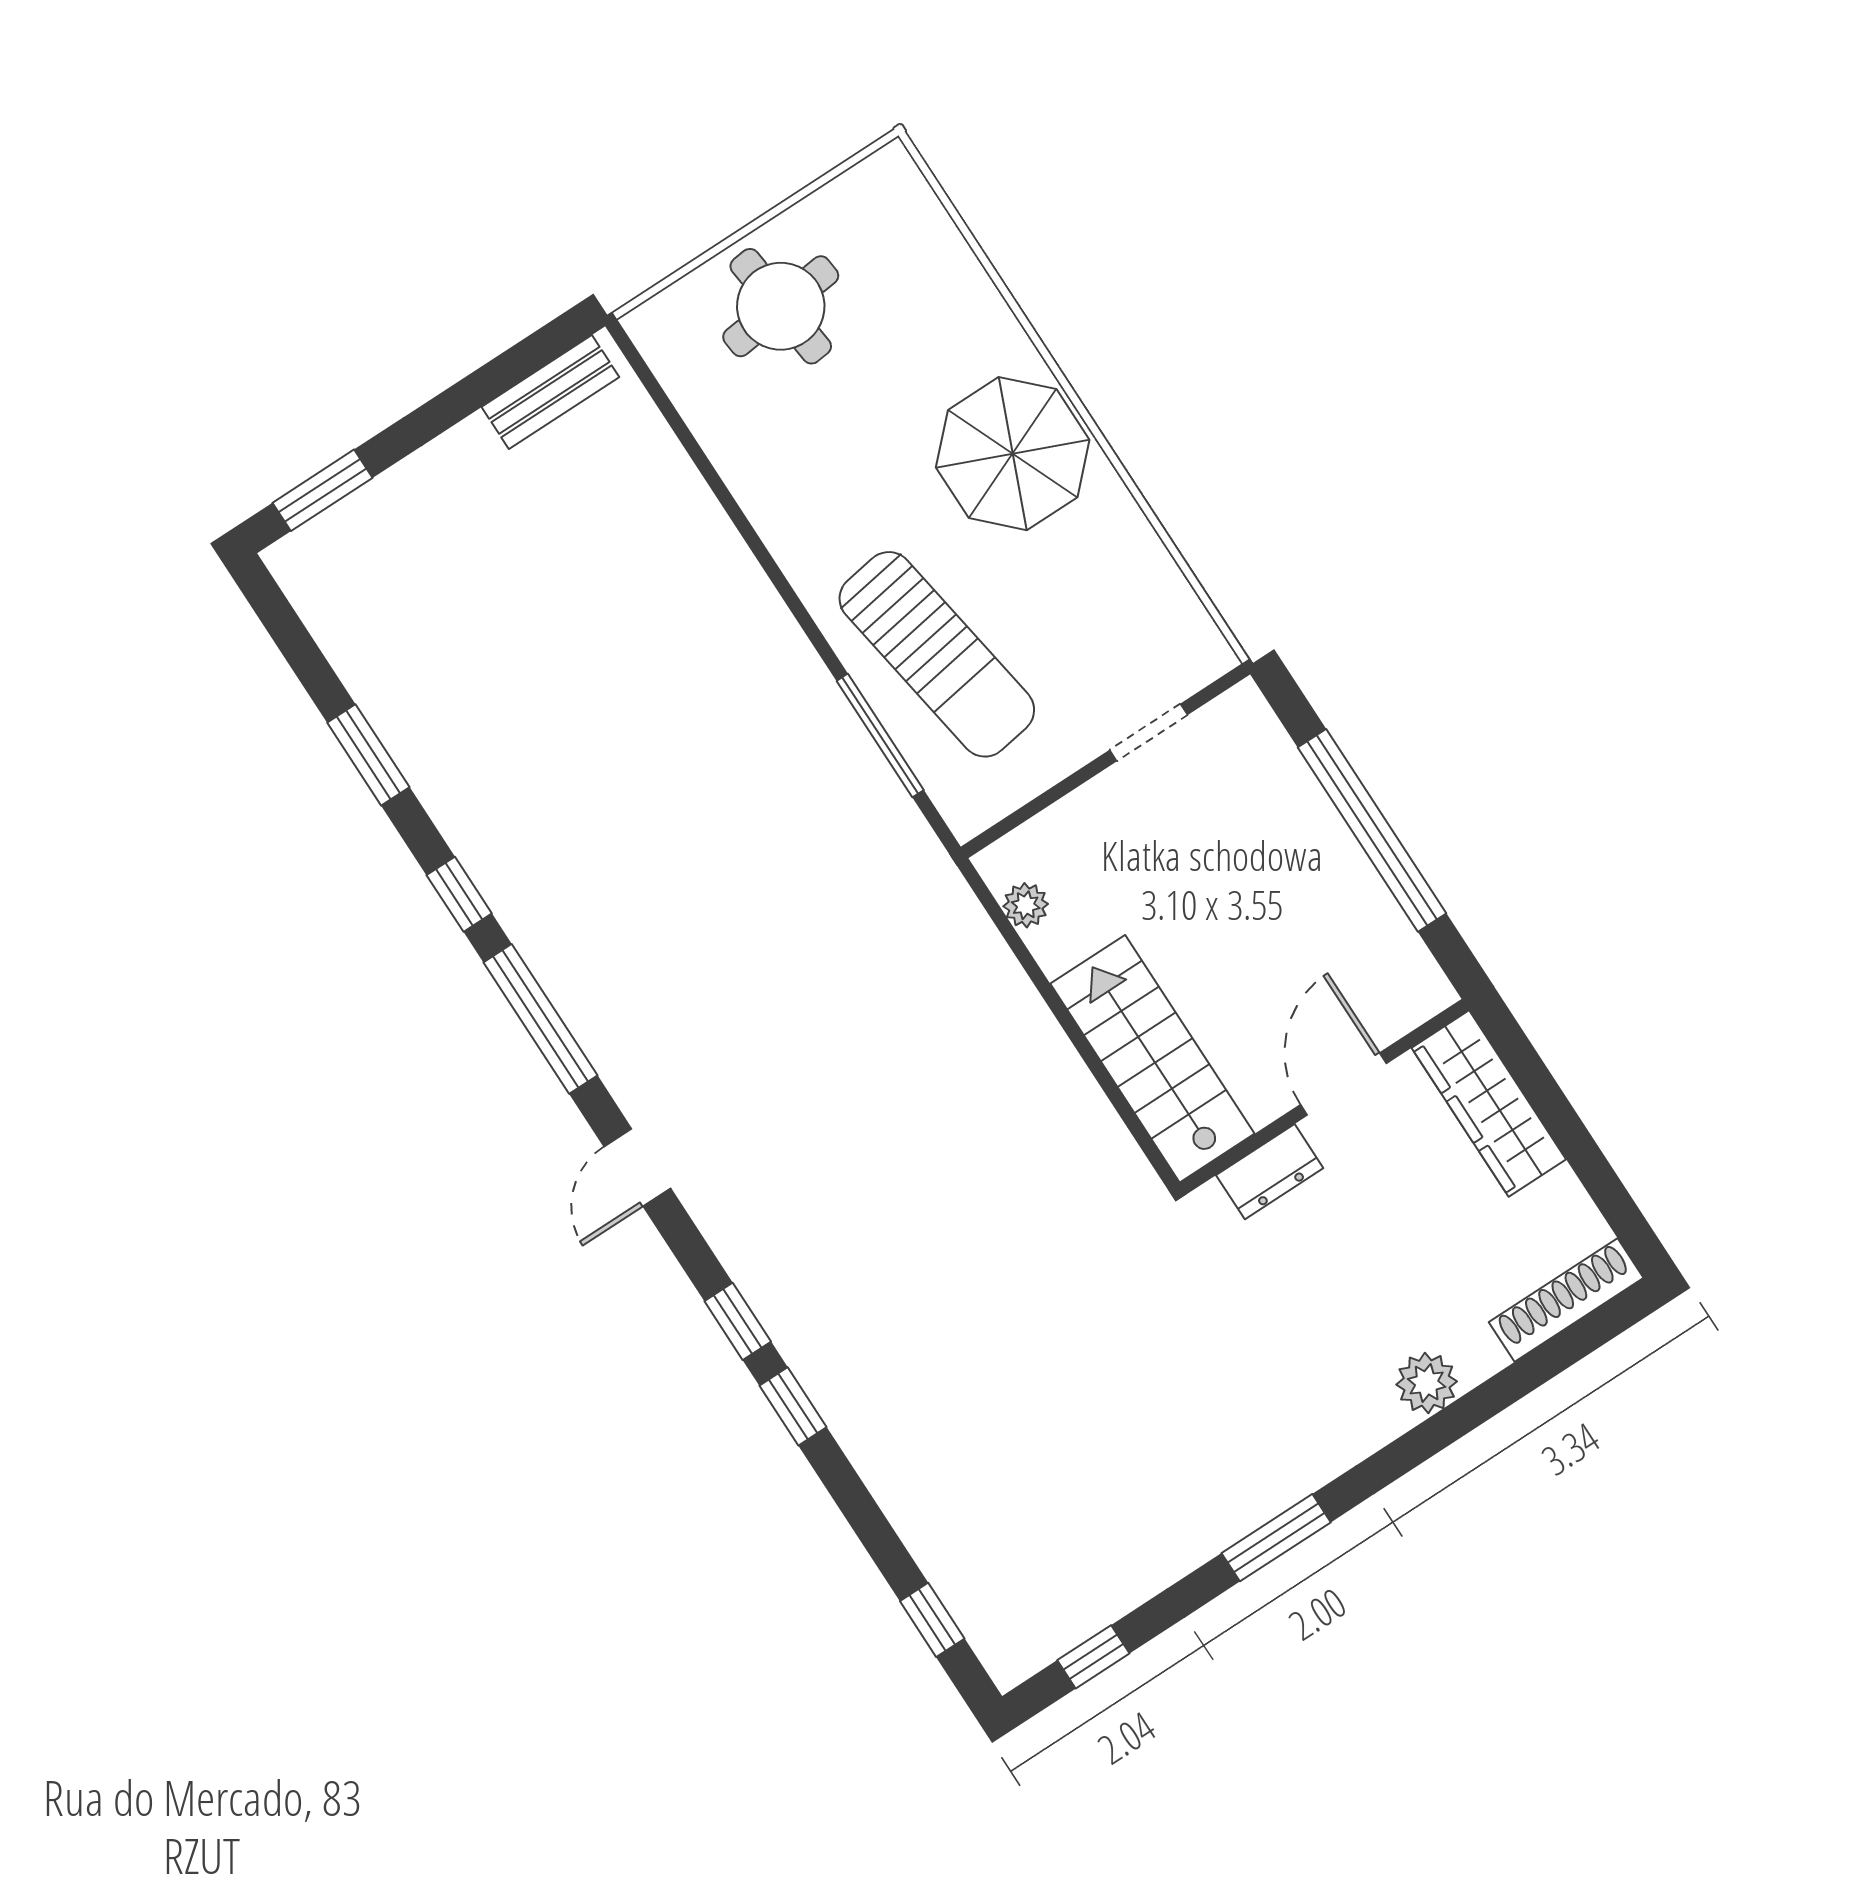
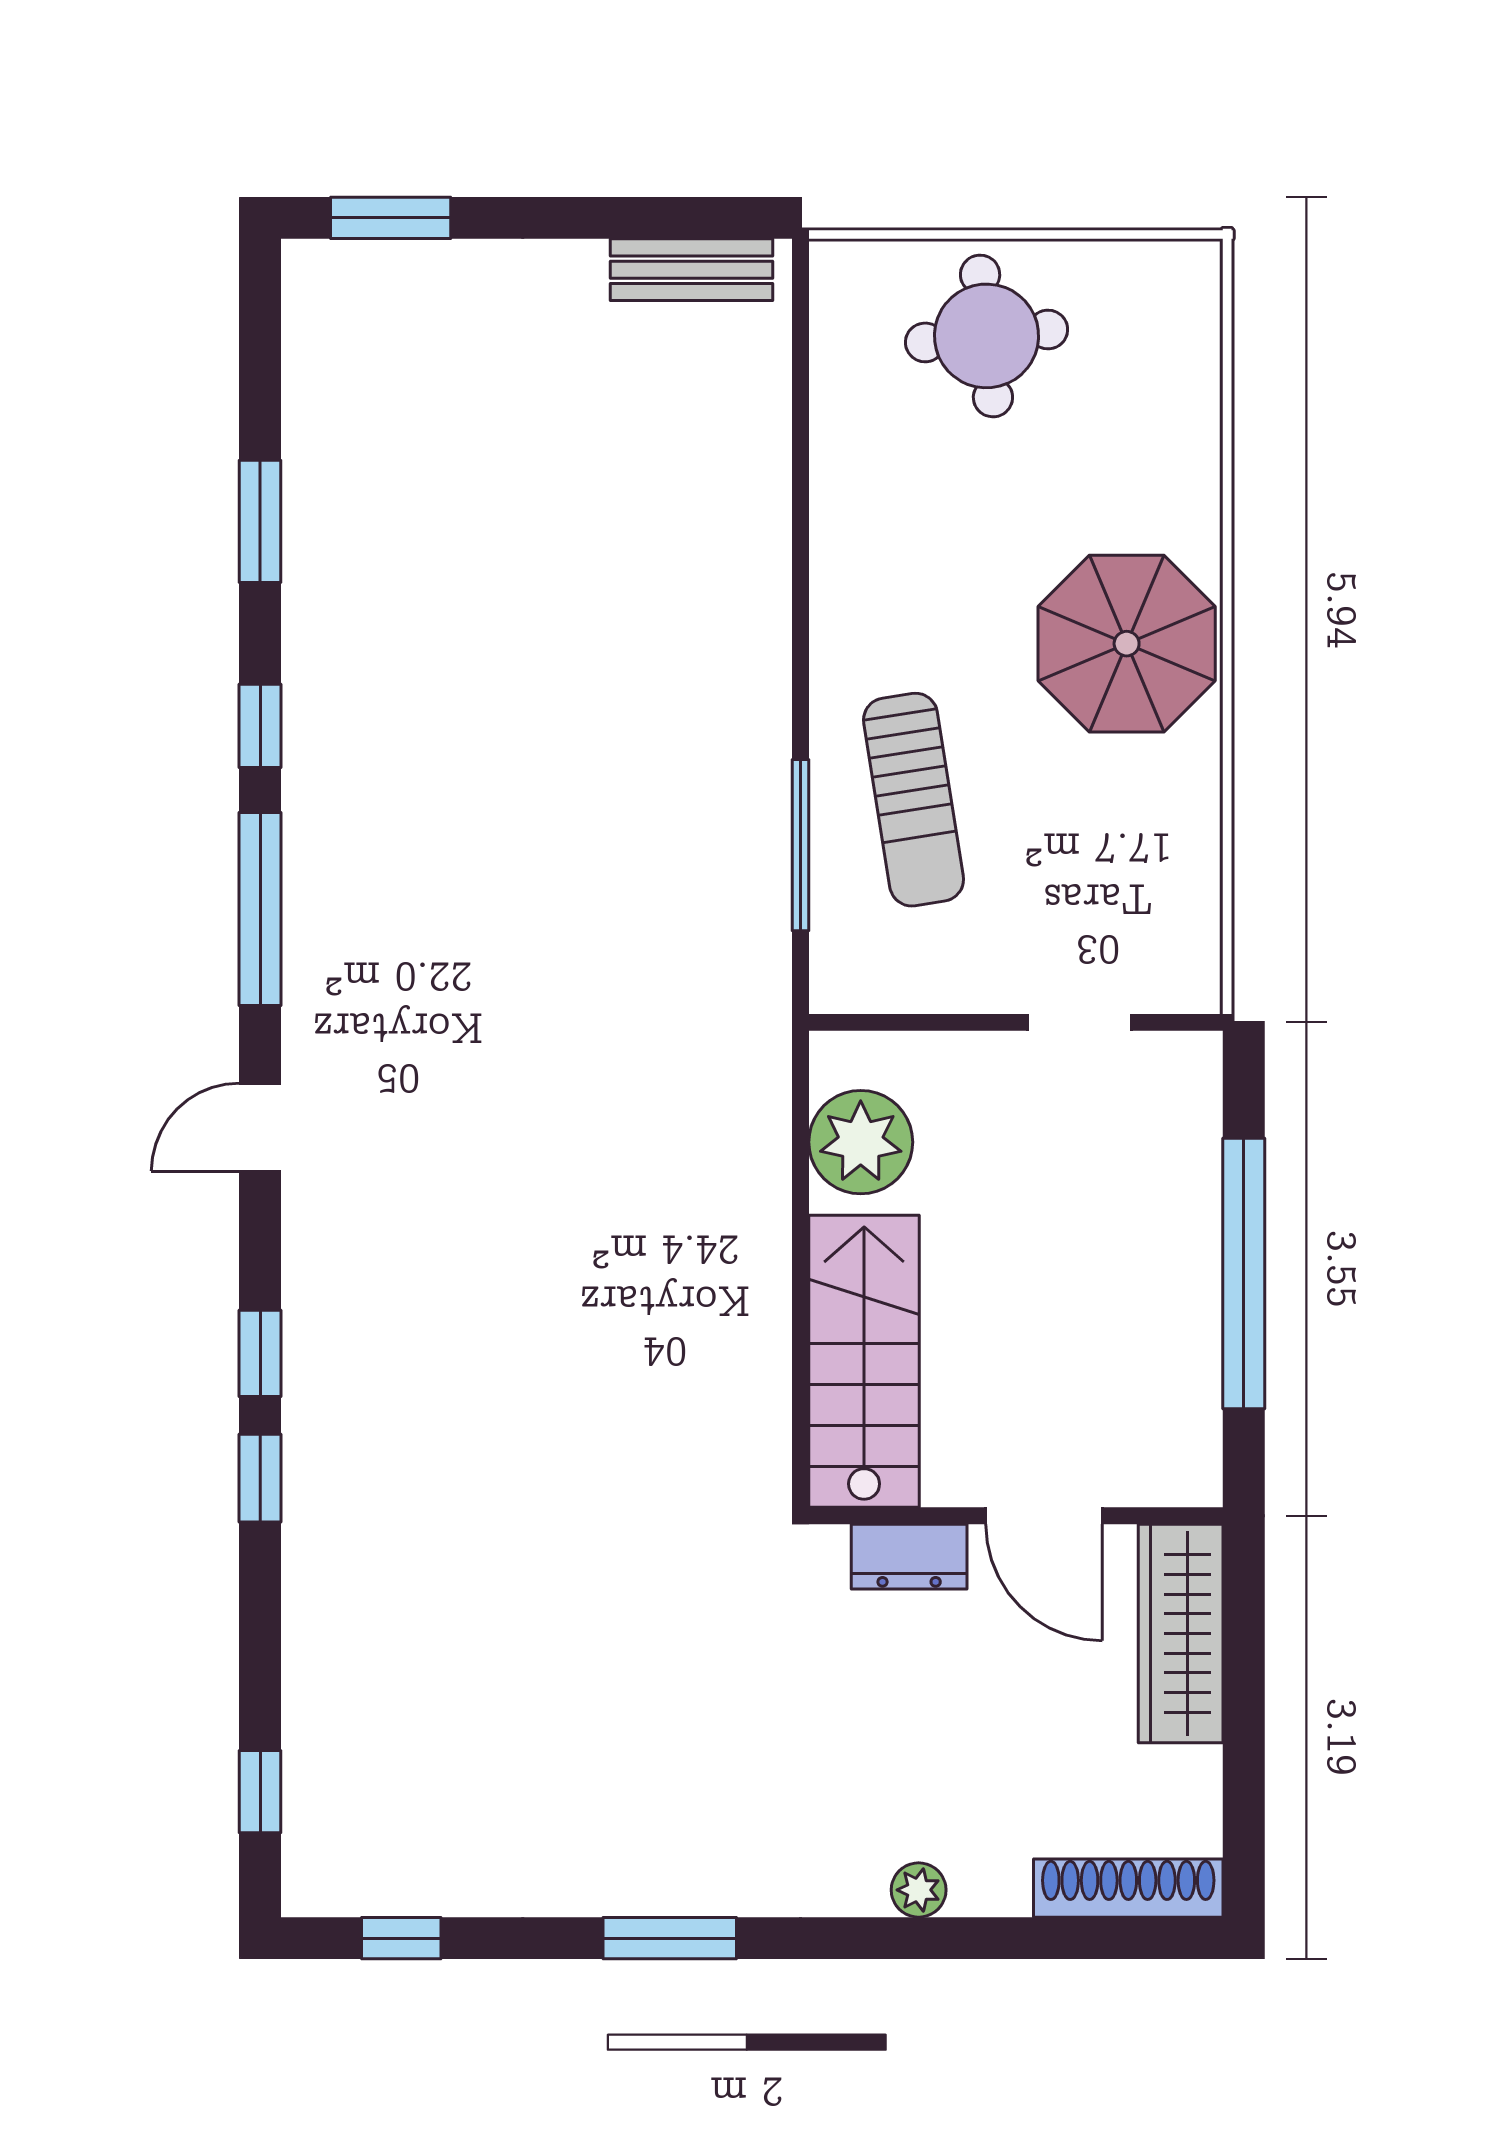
sun lounger: (937, 654) -> (914, 800), width x0.73, depth x0.75
plant: (1026, 905) -> (861, 1142), width x1.87, depth x1.87
door: (1343, 1084) -> (1044, 1516), swing flipped
plant: (1427, 1383) -> (919, 1890), width x0.73, depth x0.73

